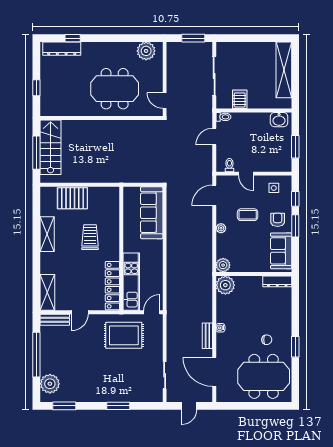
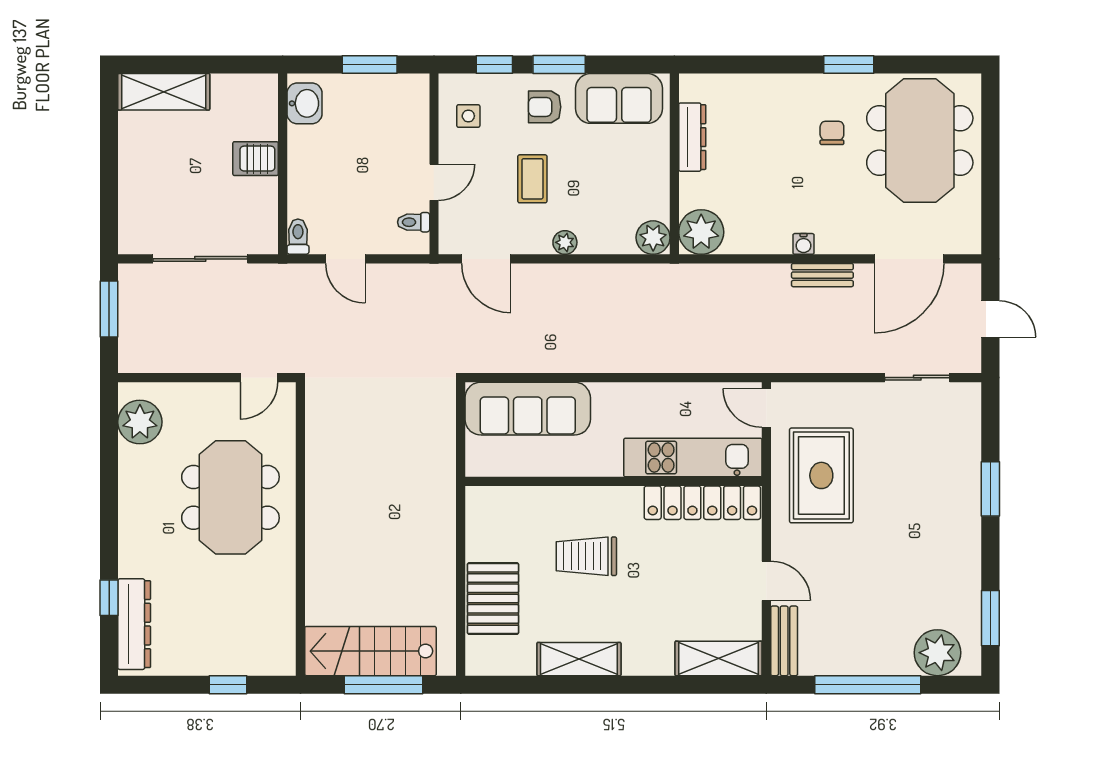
shelving: (284, 70) -> (164, 92), width x0.68
server rack: (240, 99) -> (256, 159), moved
dresser: (277, 281) -> (692, 137), moved

